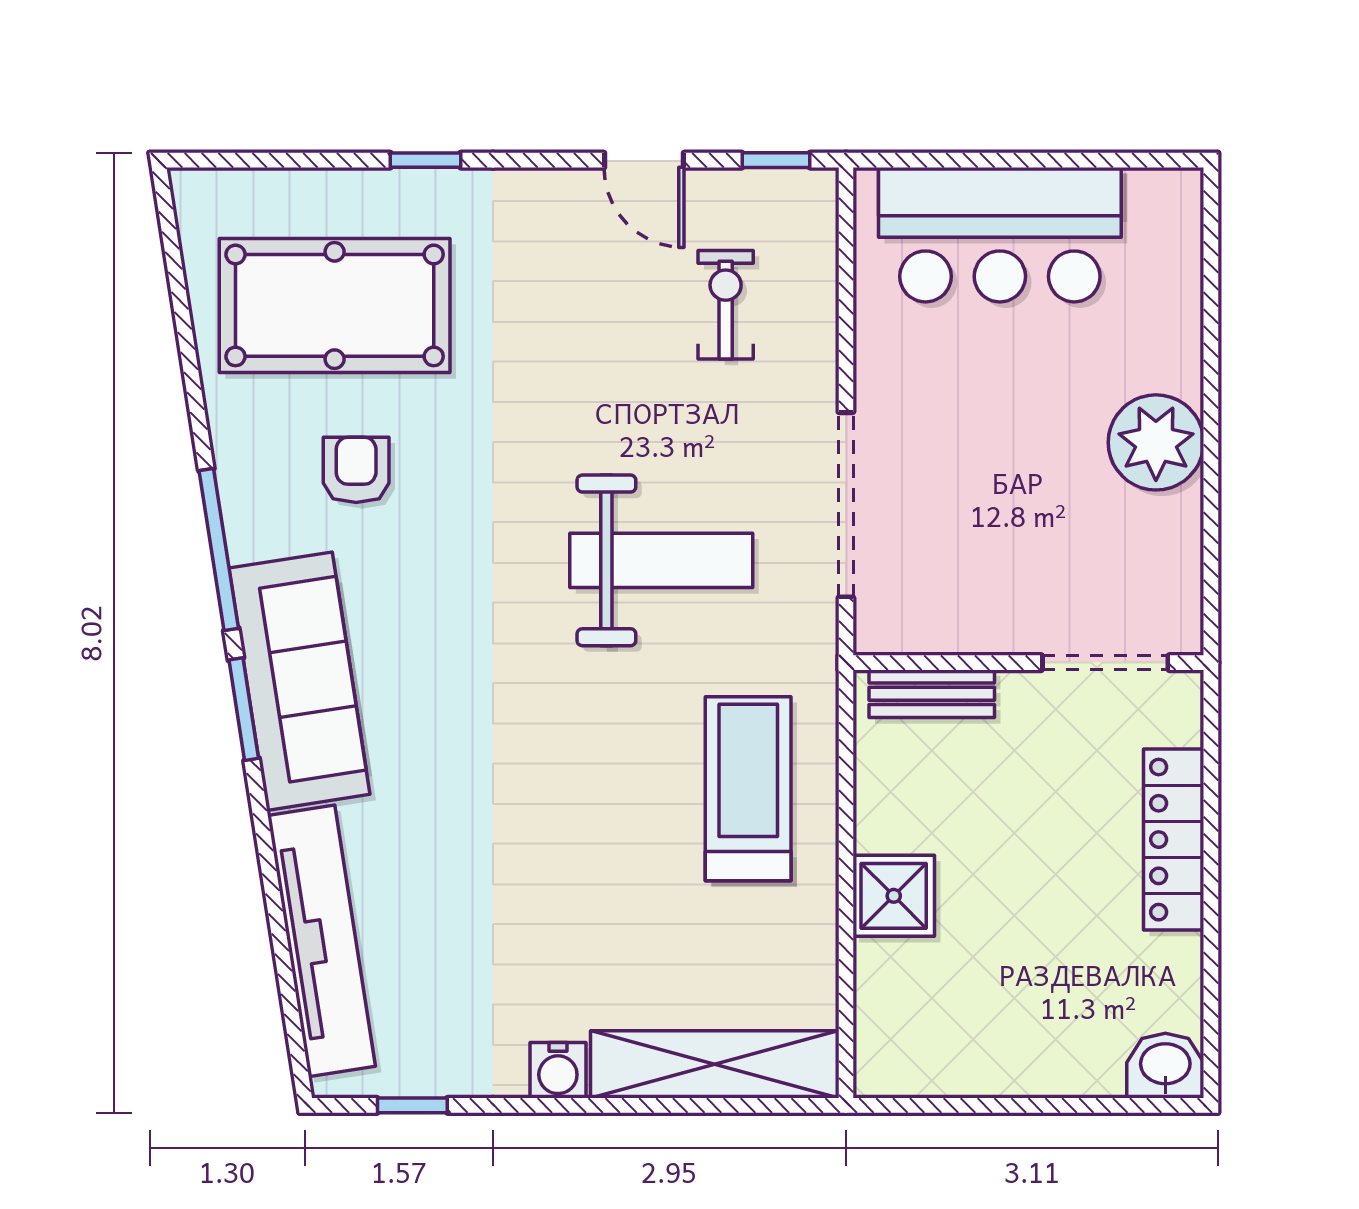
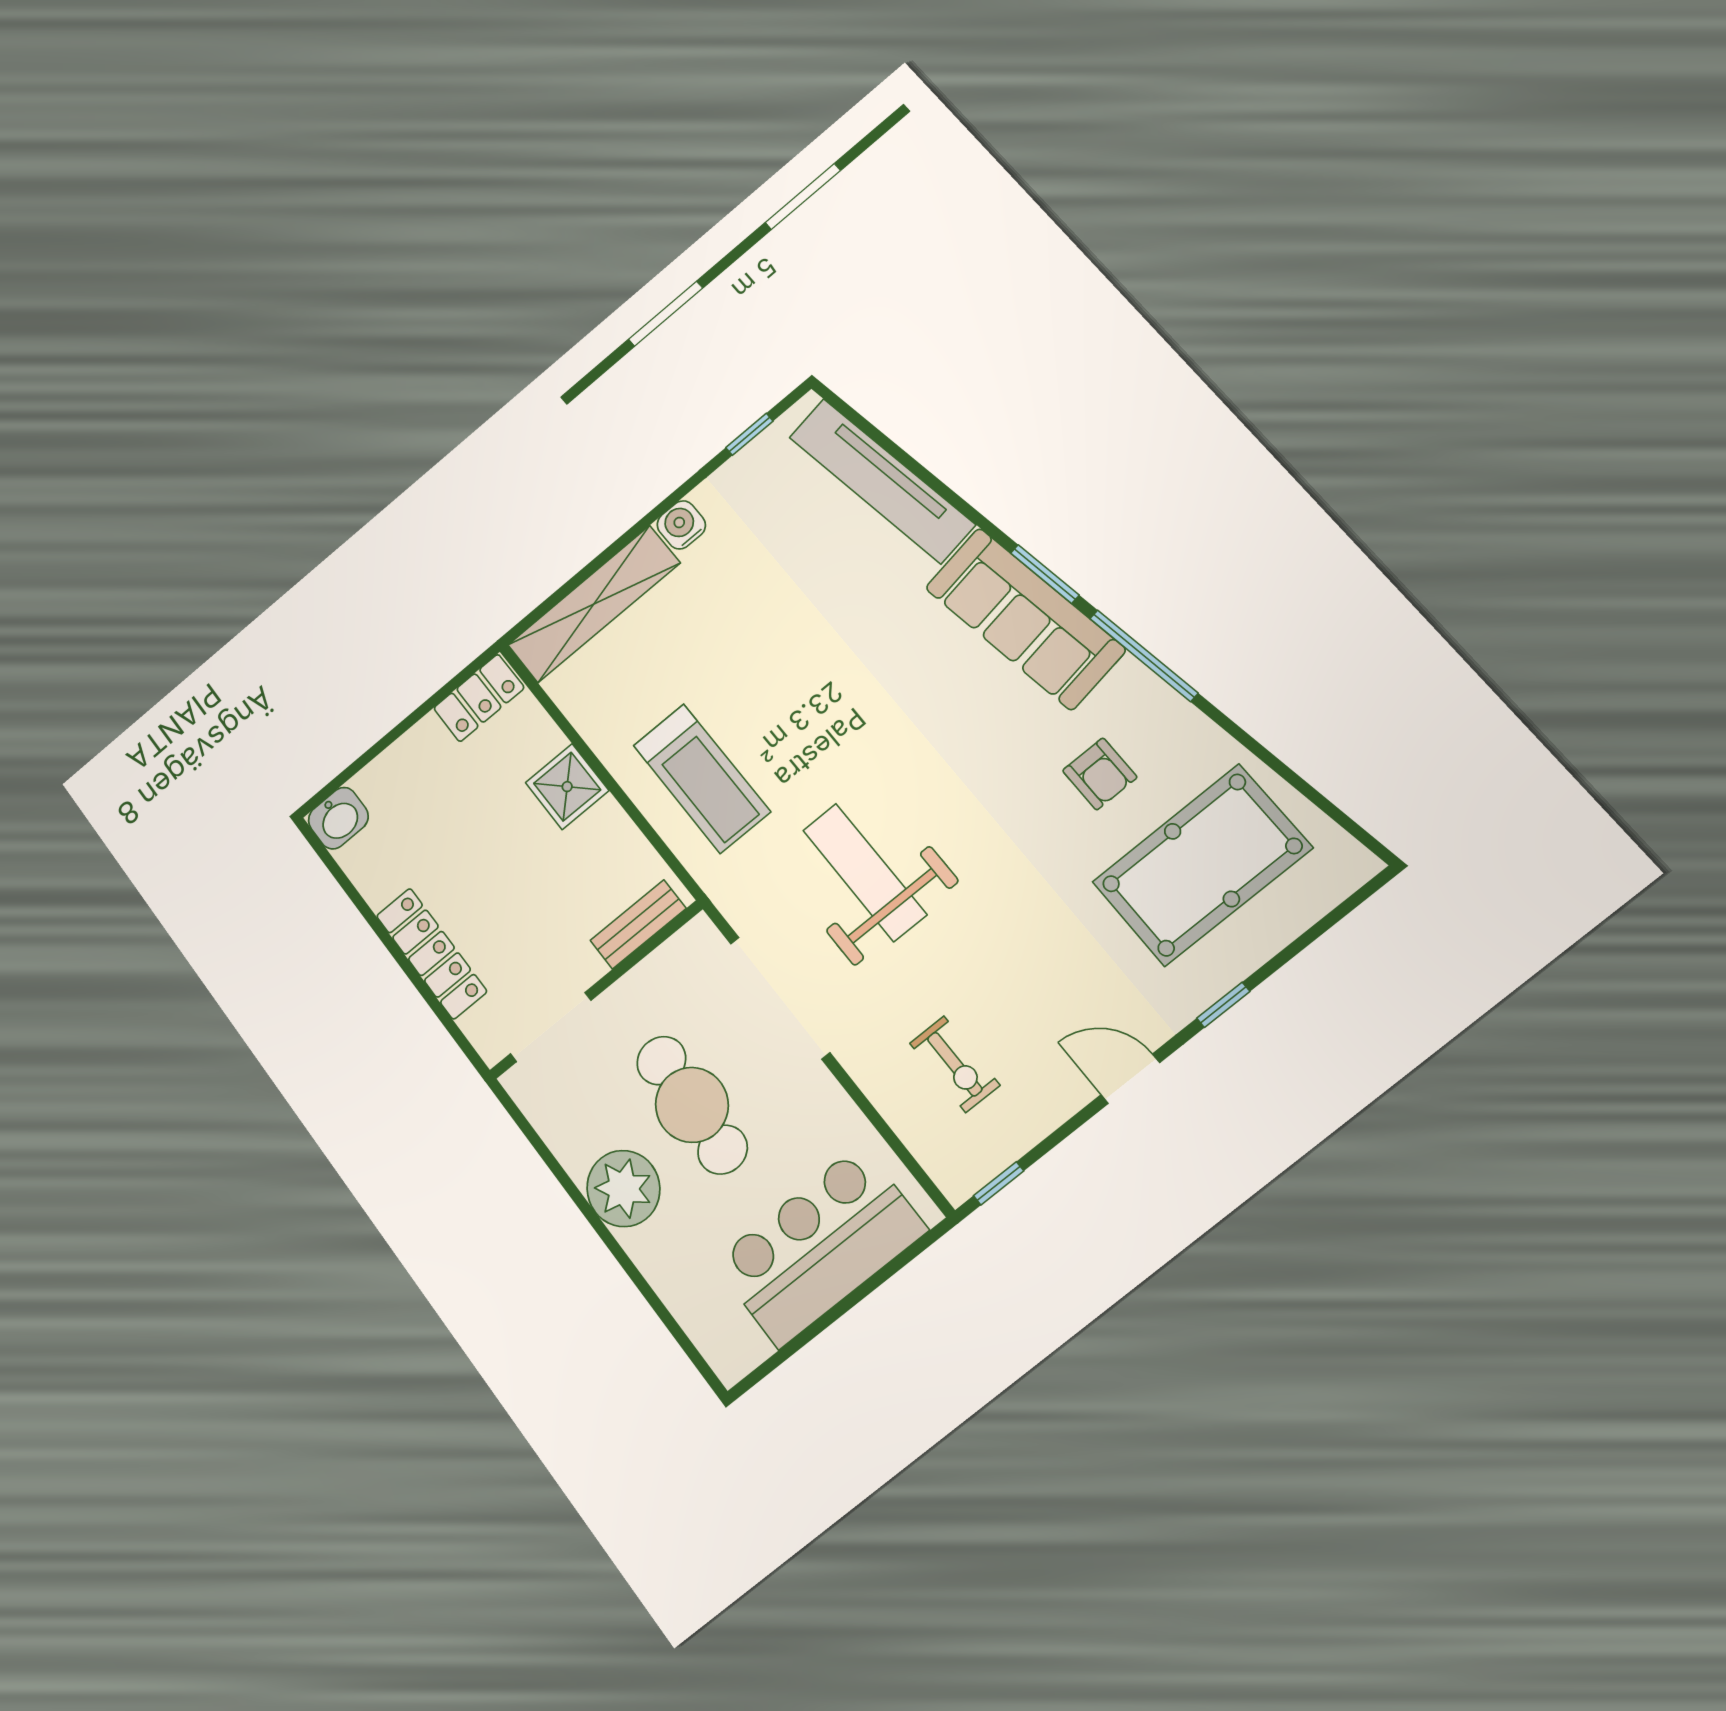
door: (644, 160) -> (1130, 1079), moved
cafe table: (1020, 470) -> (692, 1105), added
weight bench: (661, 560) -> (865, 872), turned 90
locker: (914, 1068) -> (479, 698), added

